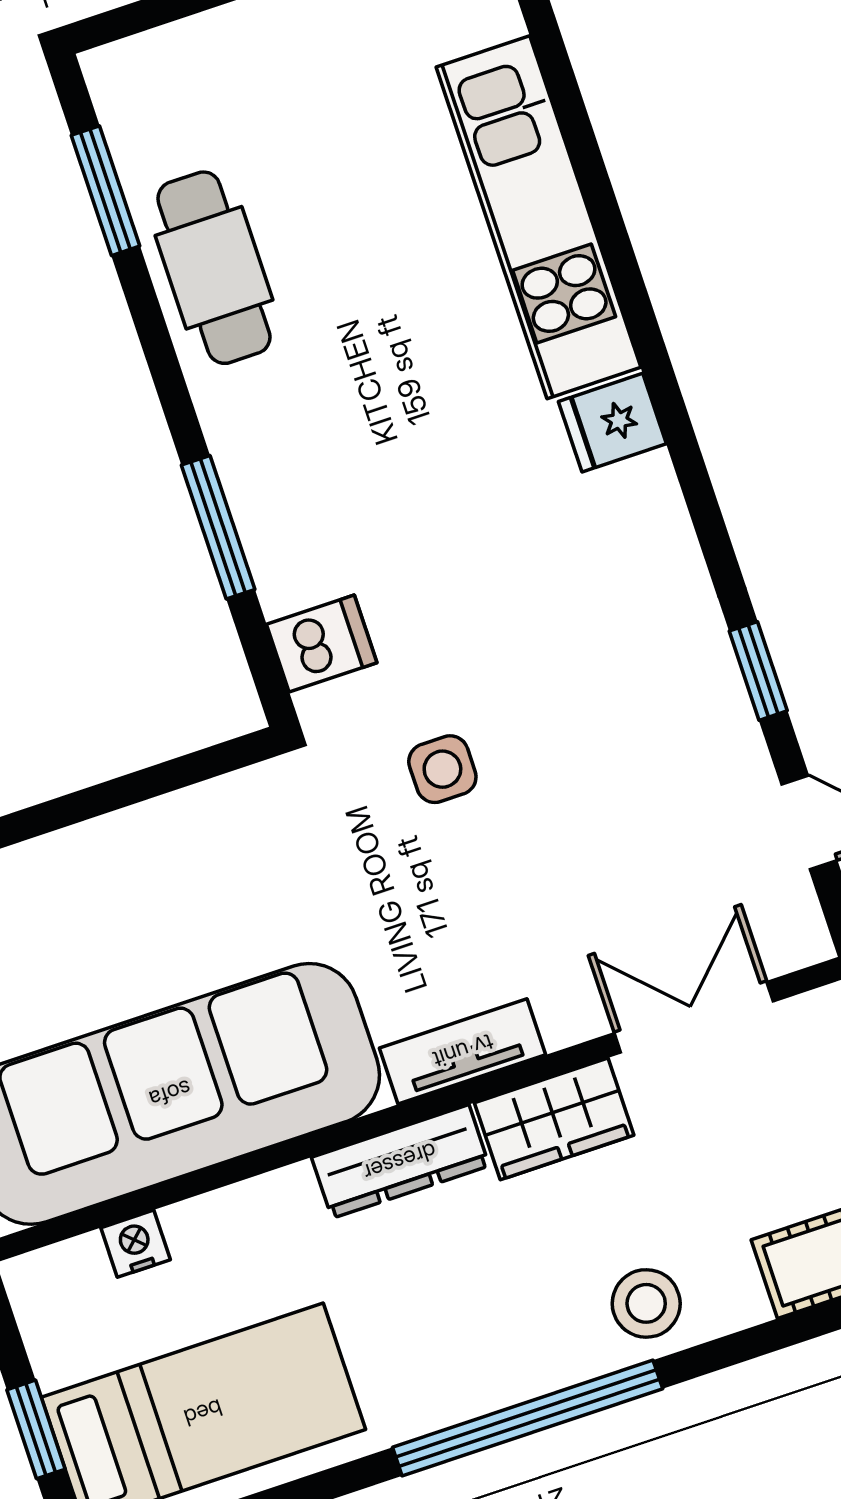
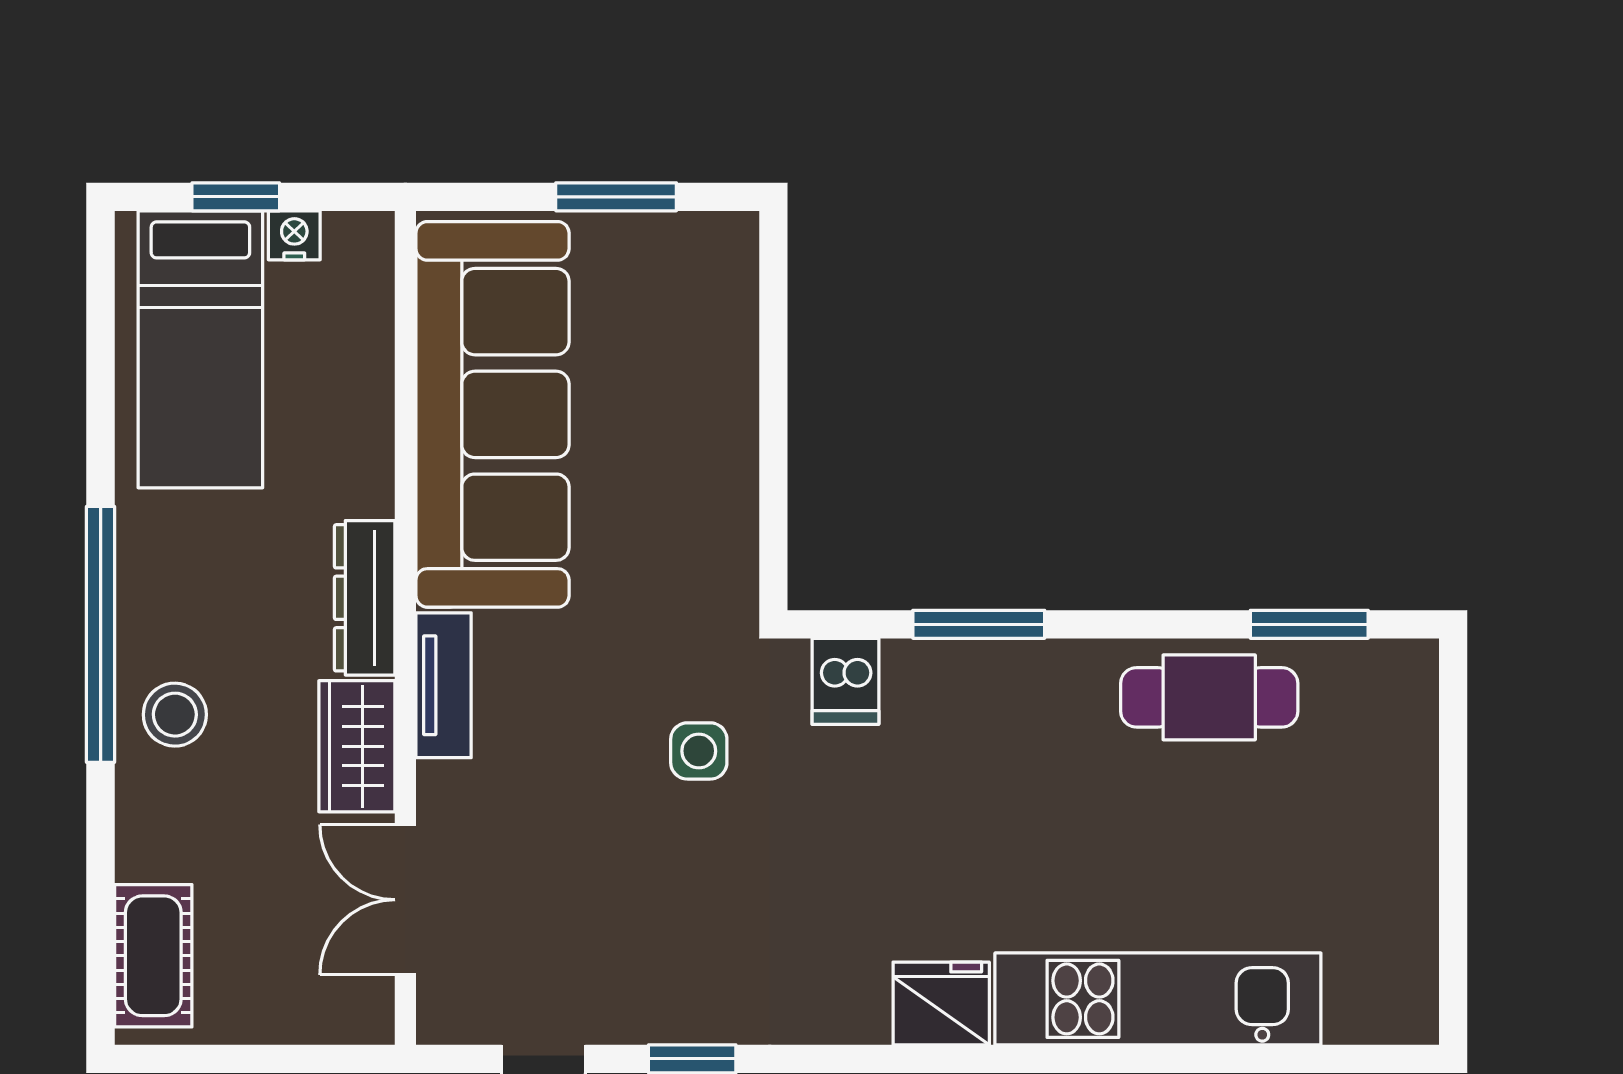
fridge: (612, 423) -> (941, 1003), width x1.38
double door: (694, 1017) -> (405, 900), swing flipped
nightstand: (136, 1244) -> (294, 235), moved, turned -90
stool: (646, 1303) -> (175, 715), moved

